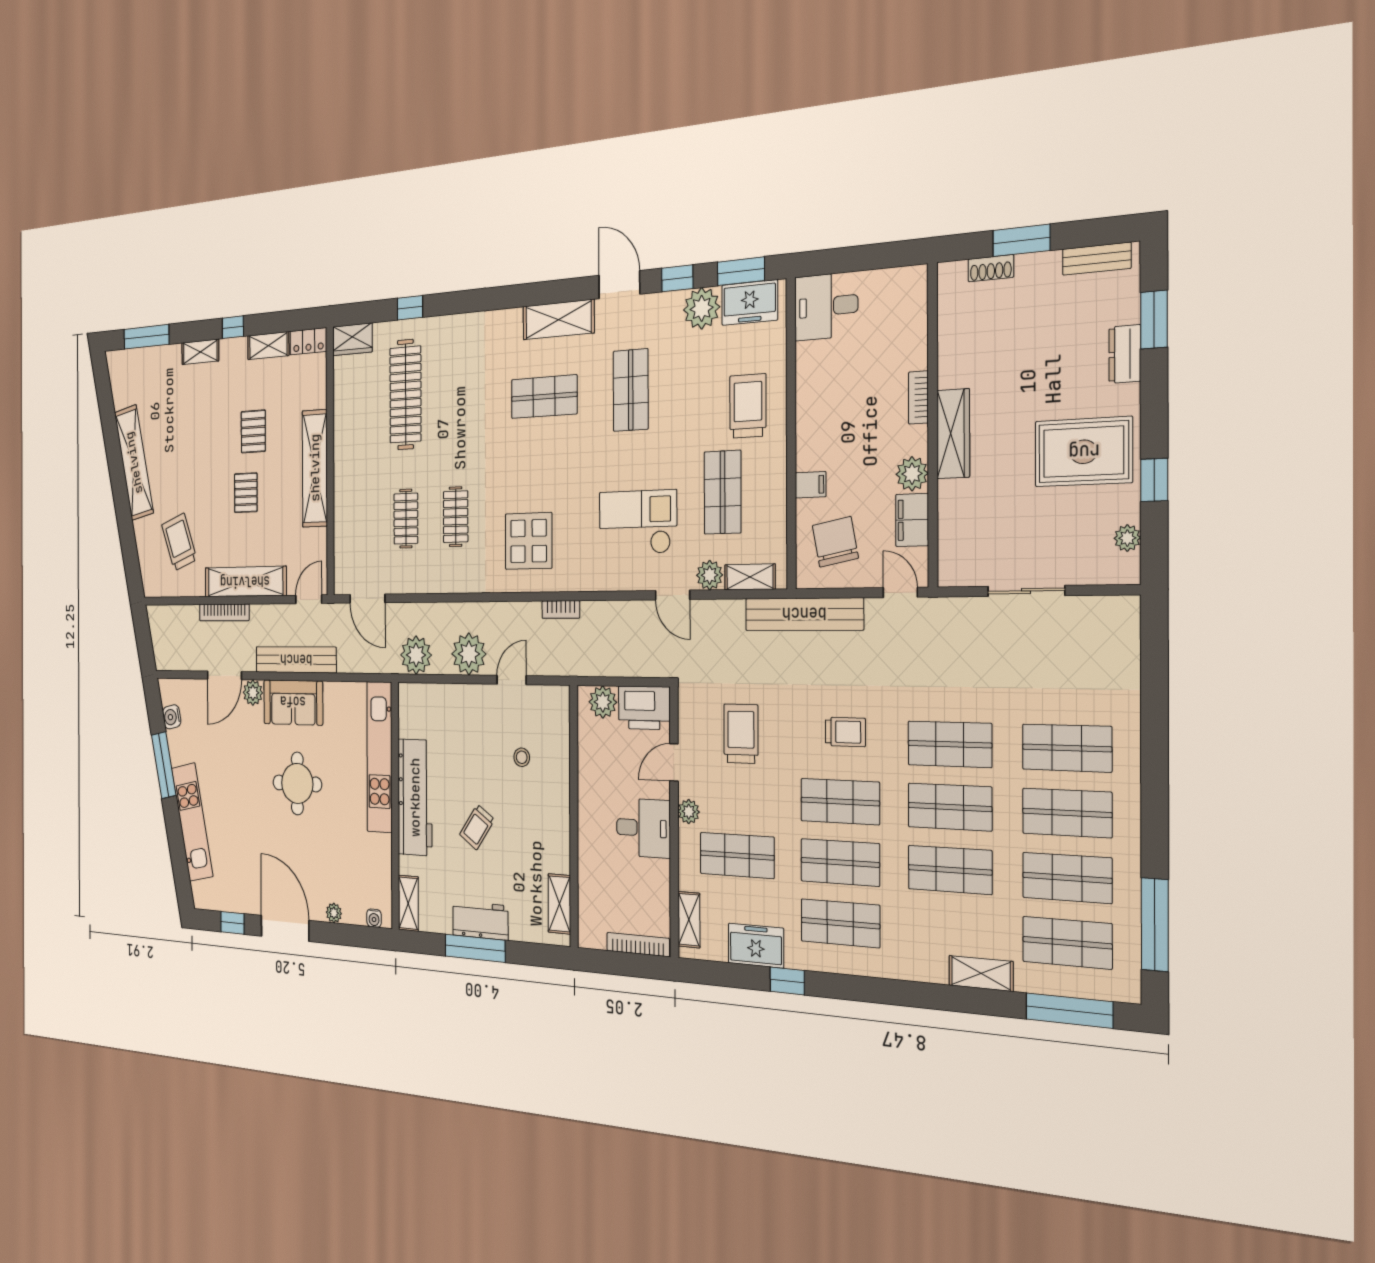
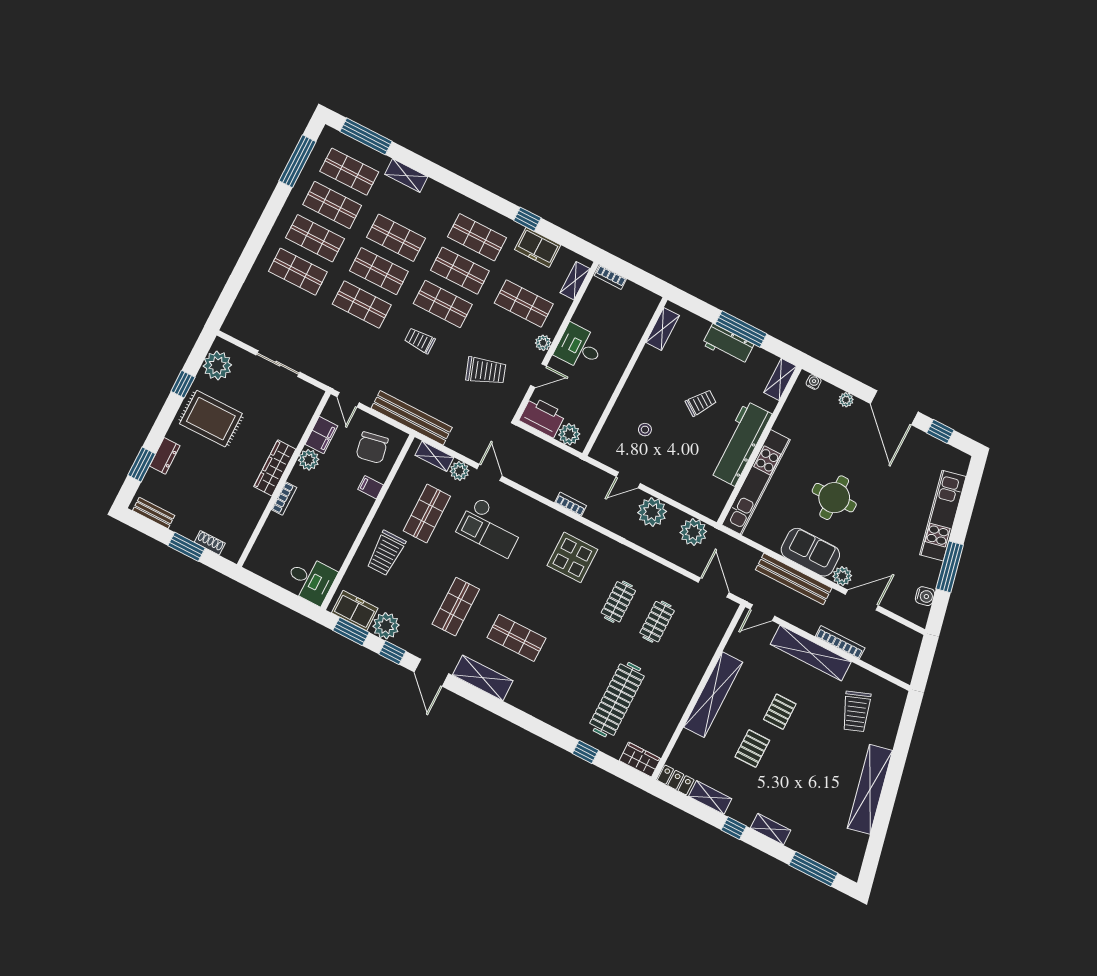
plant: (1127, 538) -> (217, 366), width x1.88, depth x1.88
trolley: (741, 734) -> (486, 371), turned -109
bookcase: (638, 945) -> (610, 277), width x0.64

